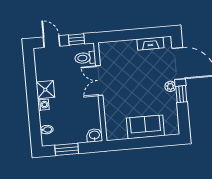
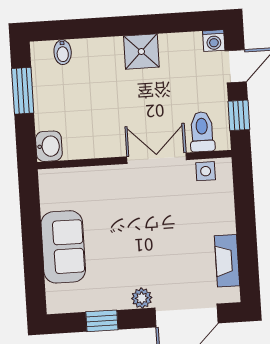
side table: (105, 56) -> (206, 171), added
window: (181, 94) -> (102, 321), moved
washing machine: (43, 105) -> (214, 41), moved

